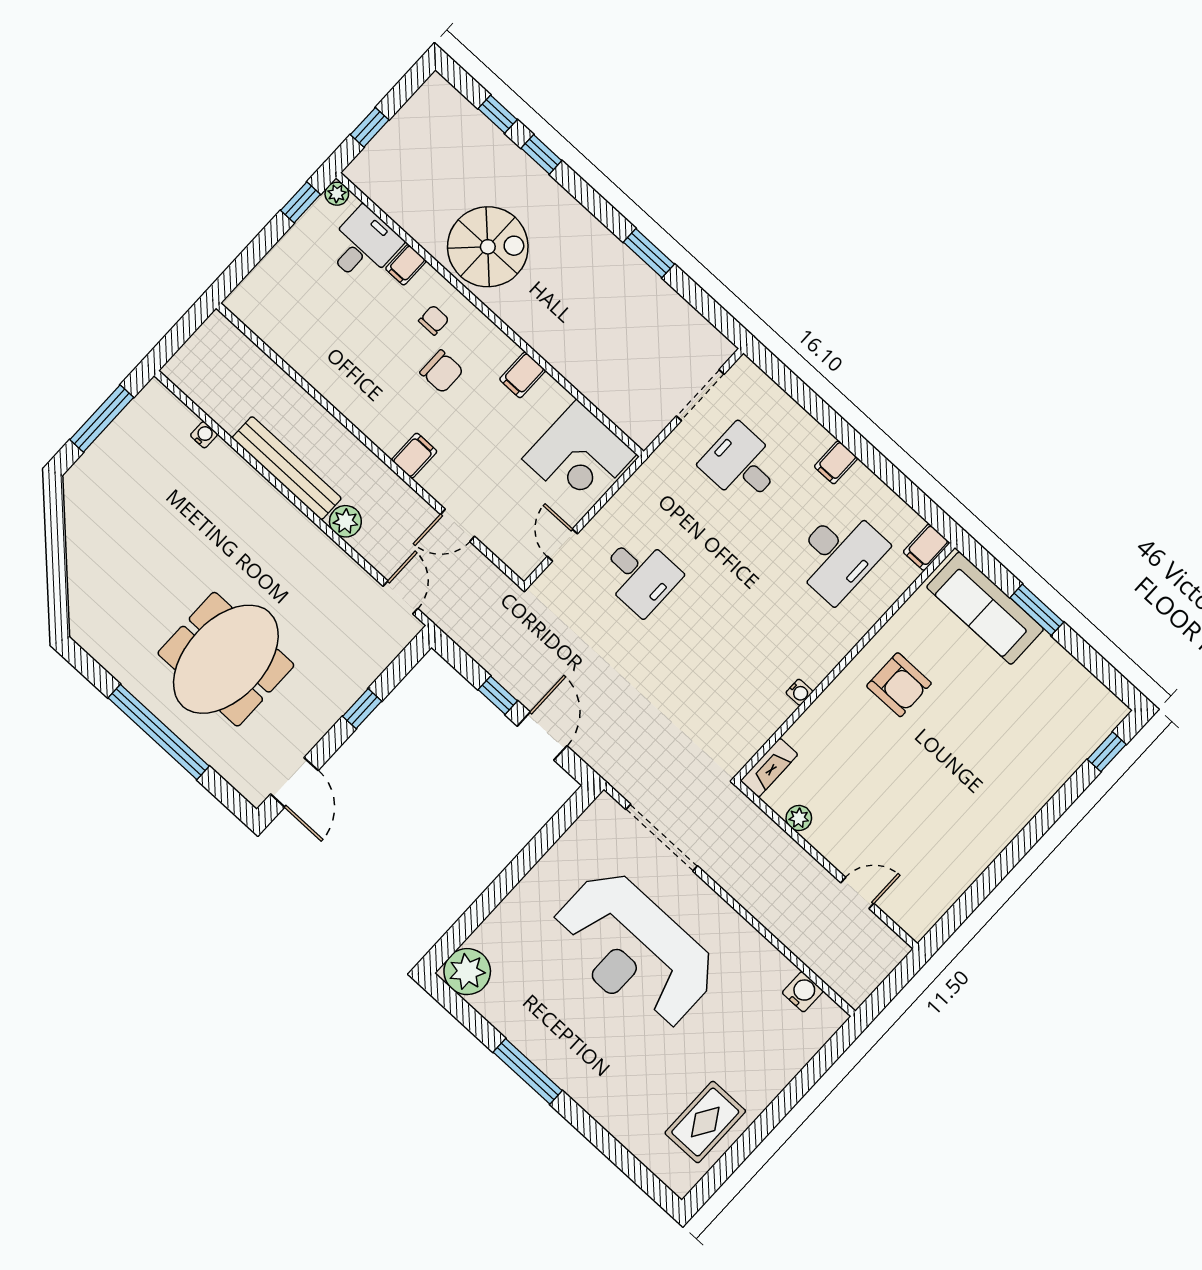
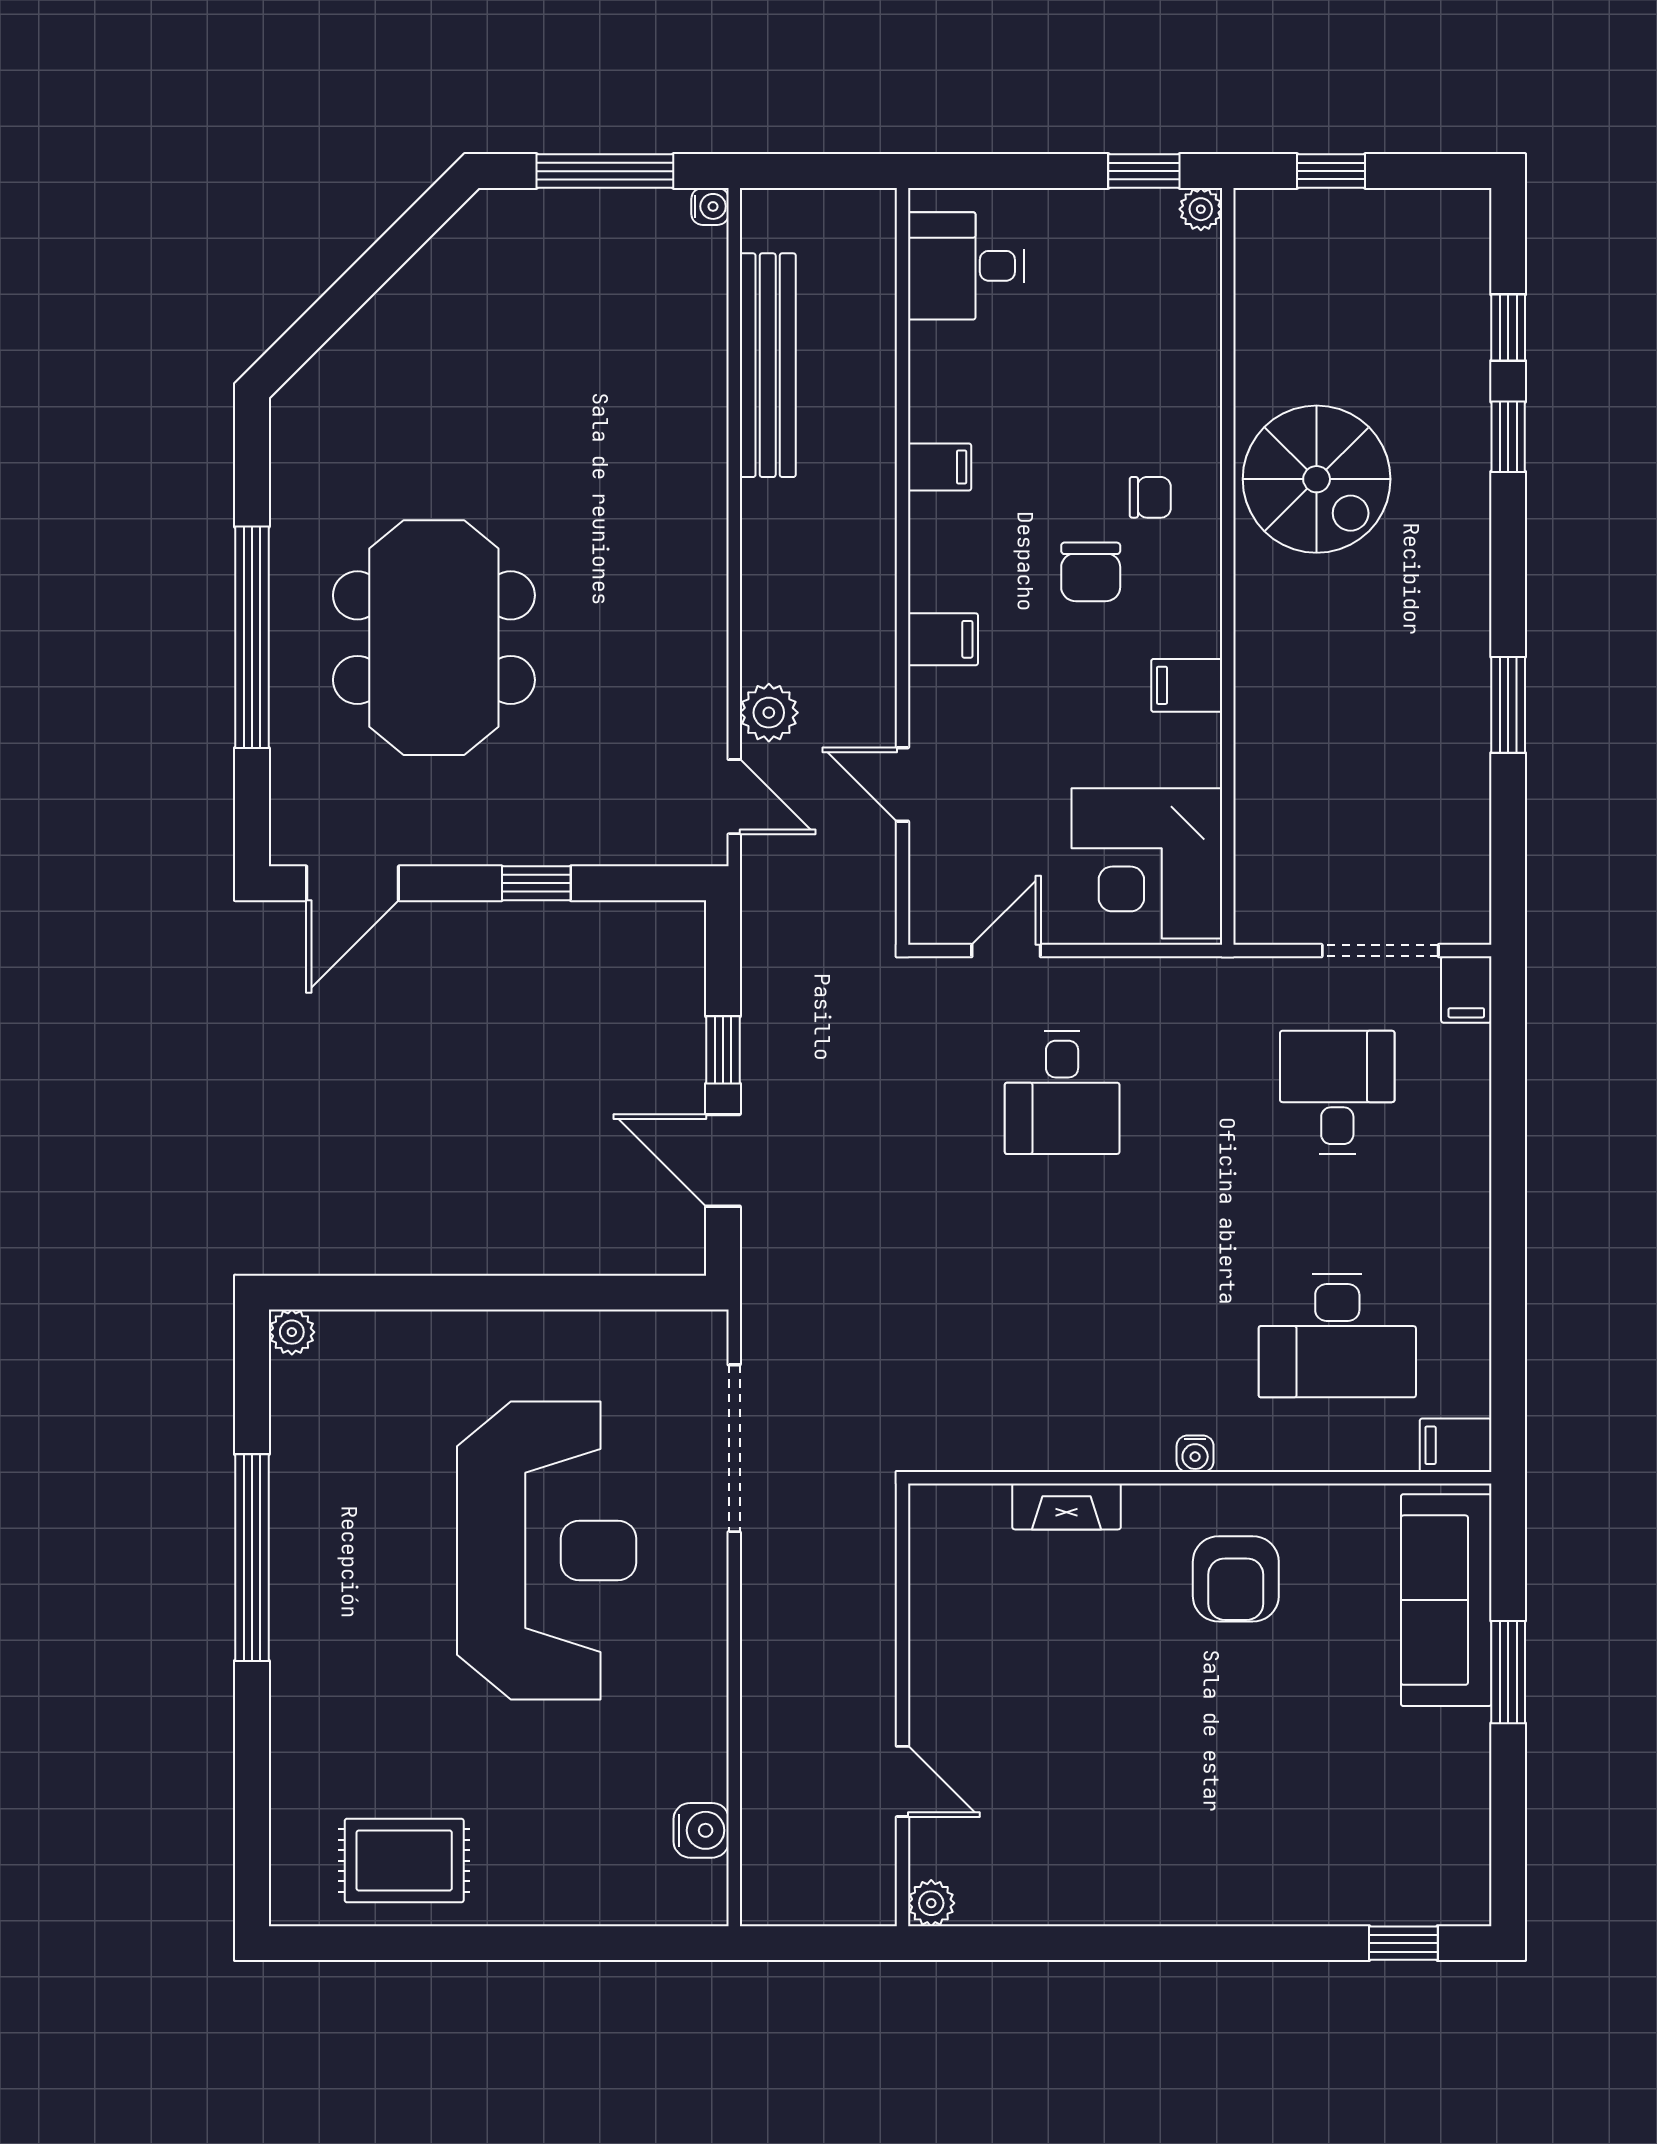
desk: (363, 245) -> (966, 266), moved, turned 180
filing cabinet: (406, 265) -> (940, 467), moved, turned 180
water cooler: (204, 435) -> (710, 206), moved
filing cabinet: (836, 462) -> (1466, 989), moved, turned -90
bench: (287, 468) -> (768, 365), moved
plant: (345, 521) -> (769, 713), moved
door: (400, 597) -> (734, 797), hinge flipped
meeting table: (226, 659) -> (434, 638), turned 90
water cooler: (799, 692) -> (1195, 1454), moved
door: (542, 736) -> (723, 1160), swing flipped
fireplace: (769, 768) -> (1067, 1506), moved
plant: (799, 818) -> (931, 1903), moved
reception desk: (633, 951) -> (547, 1550), turned 180
plant: (467, 972) -> (292, 1332), width x0.53, depth x0.53
window: (528, 1071) -> (252, 1558), width x1.46

